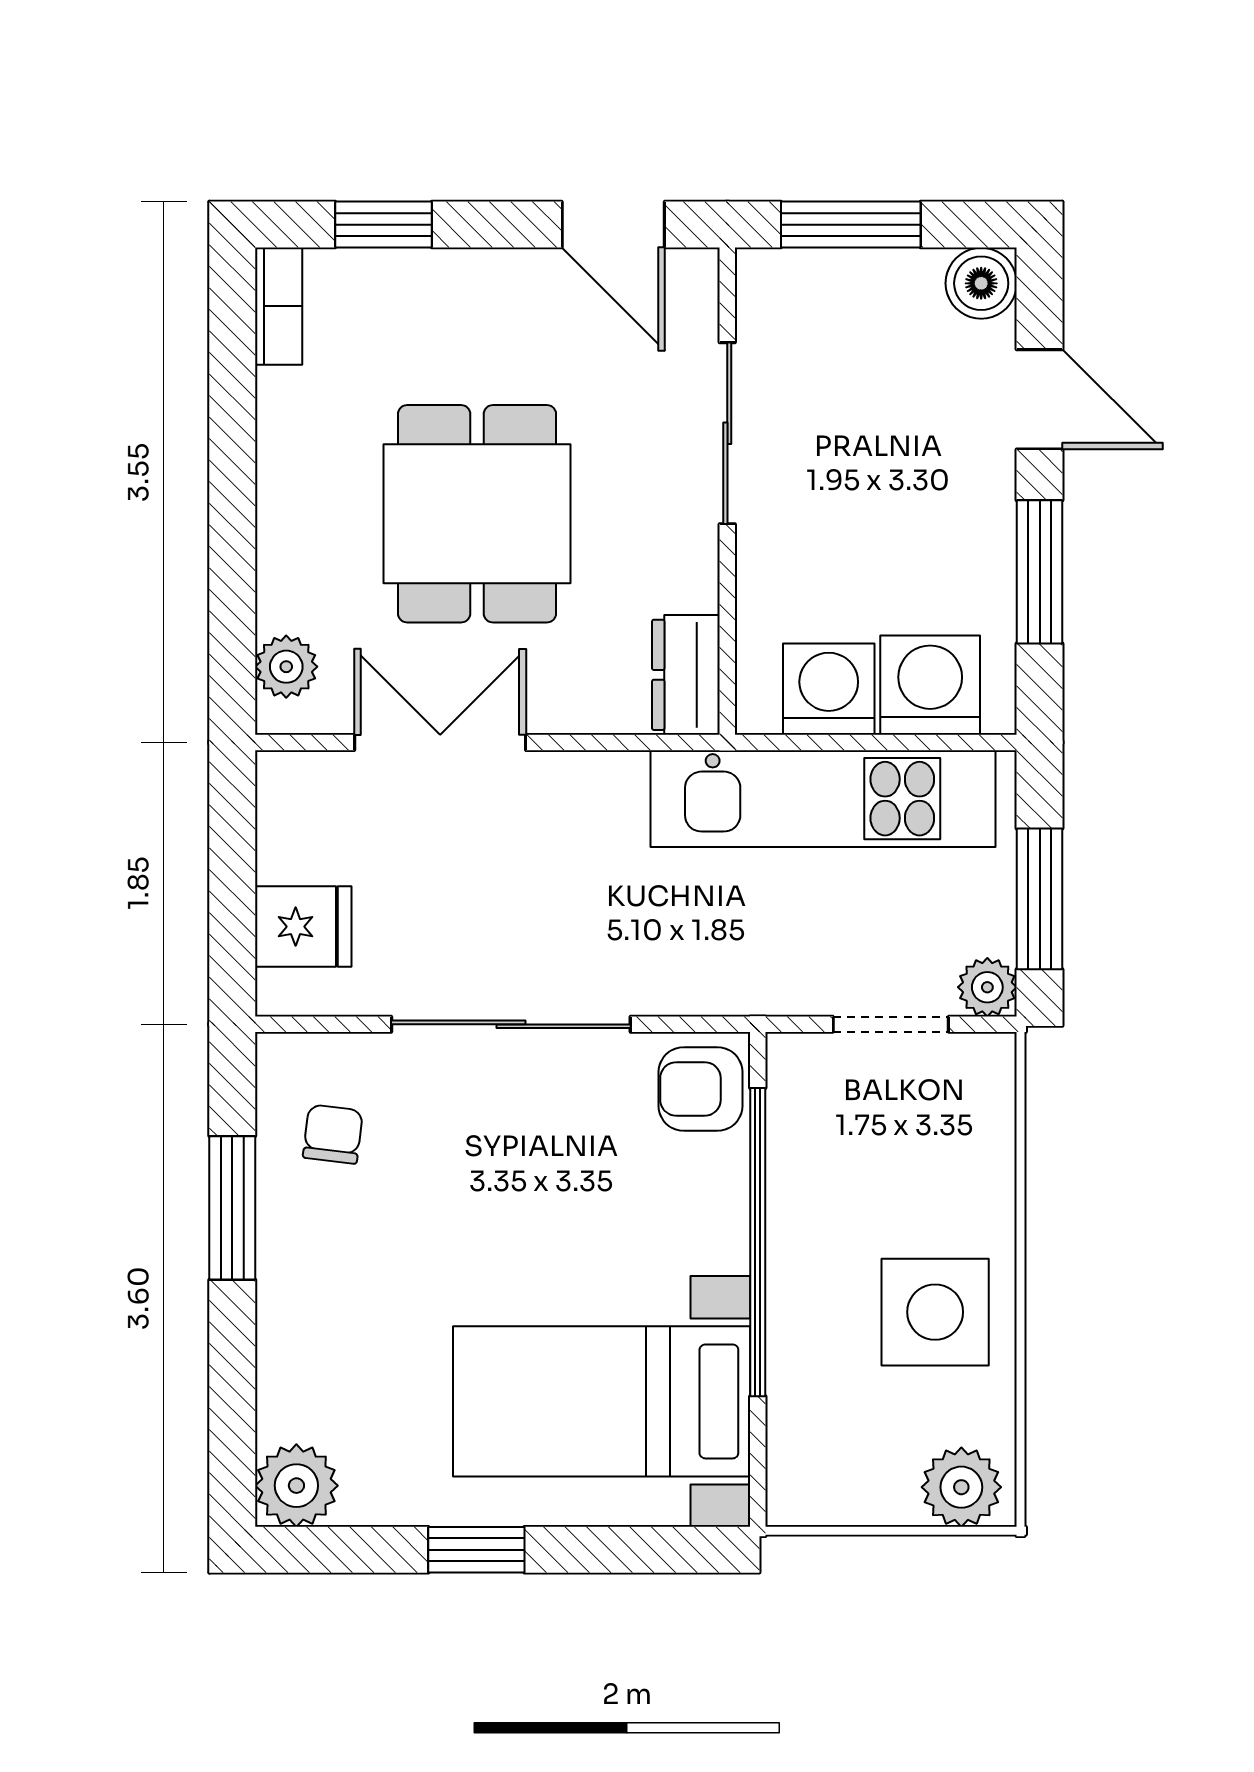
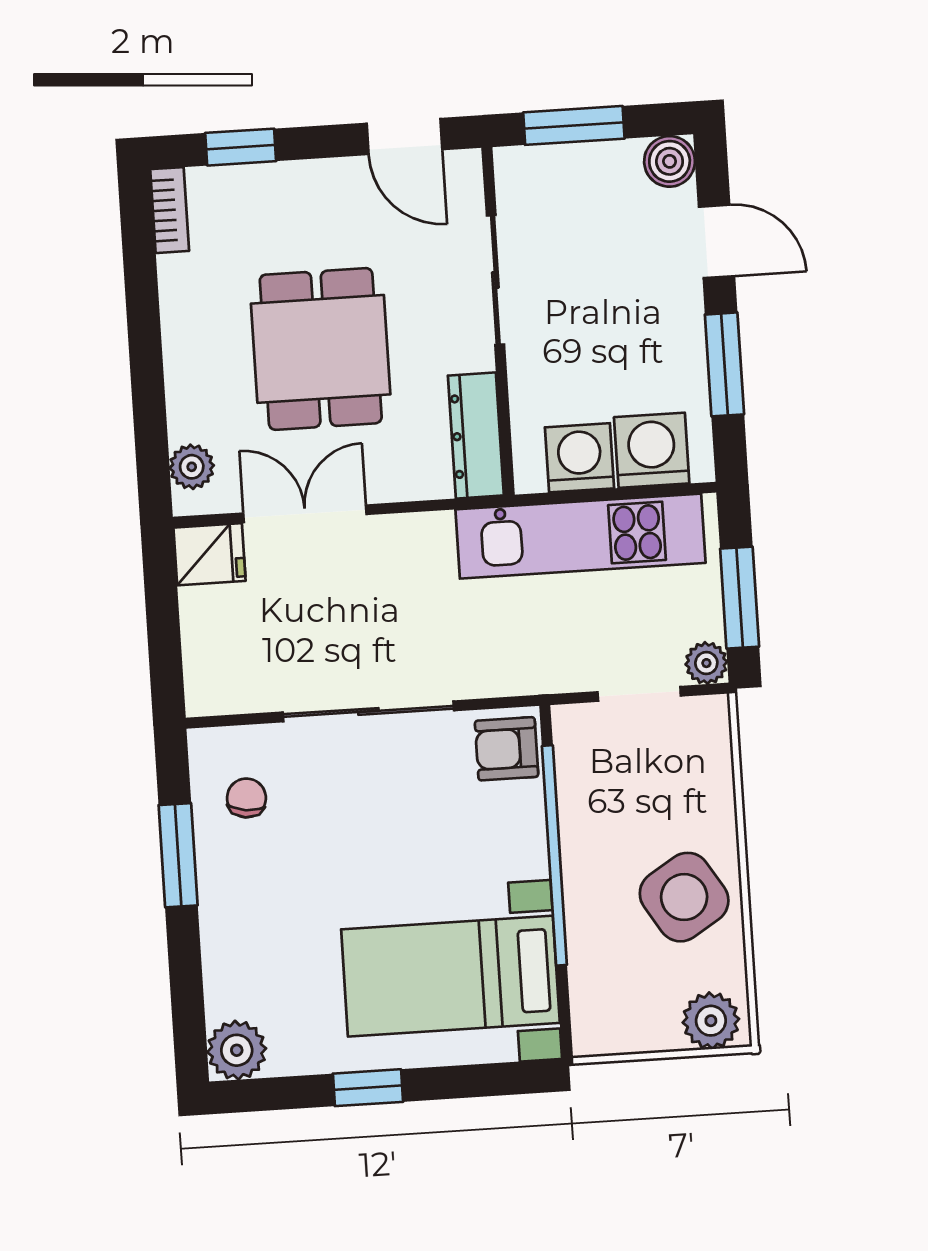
dresser: (686, 675) -> (476, 435), width x1.44
fridge: (303, 927) -> (210, 554), moved
side table: (935, 1312) -> (684, 897), turned -32

